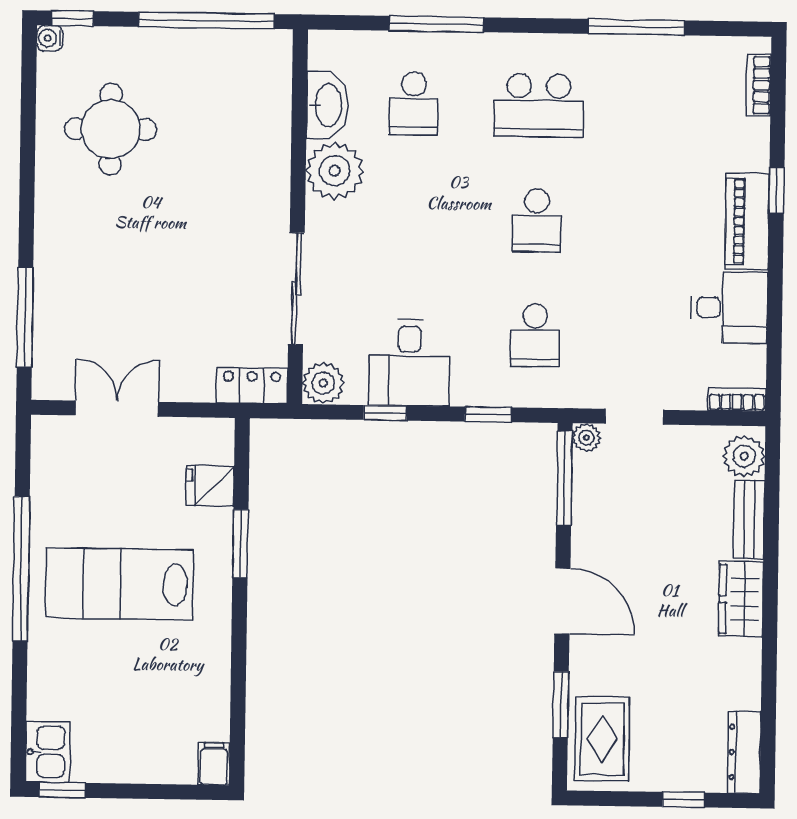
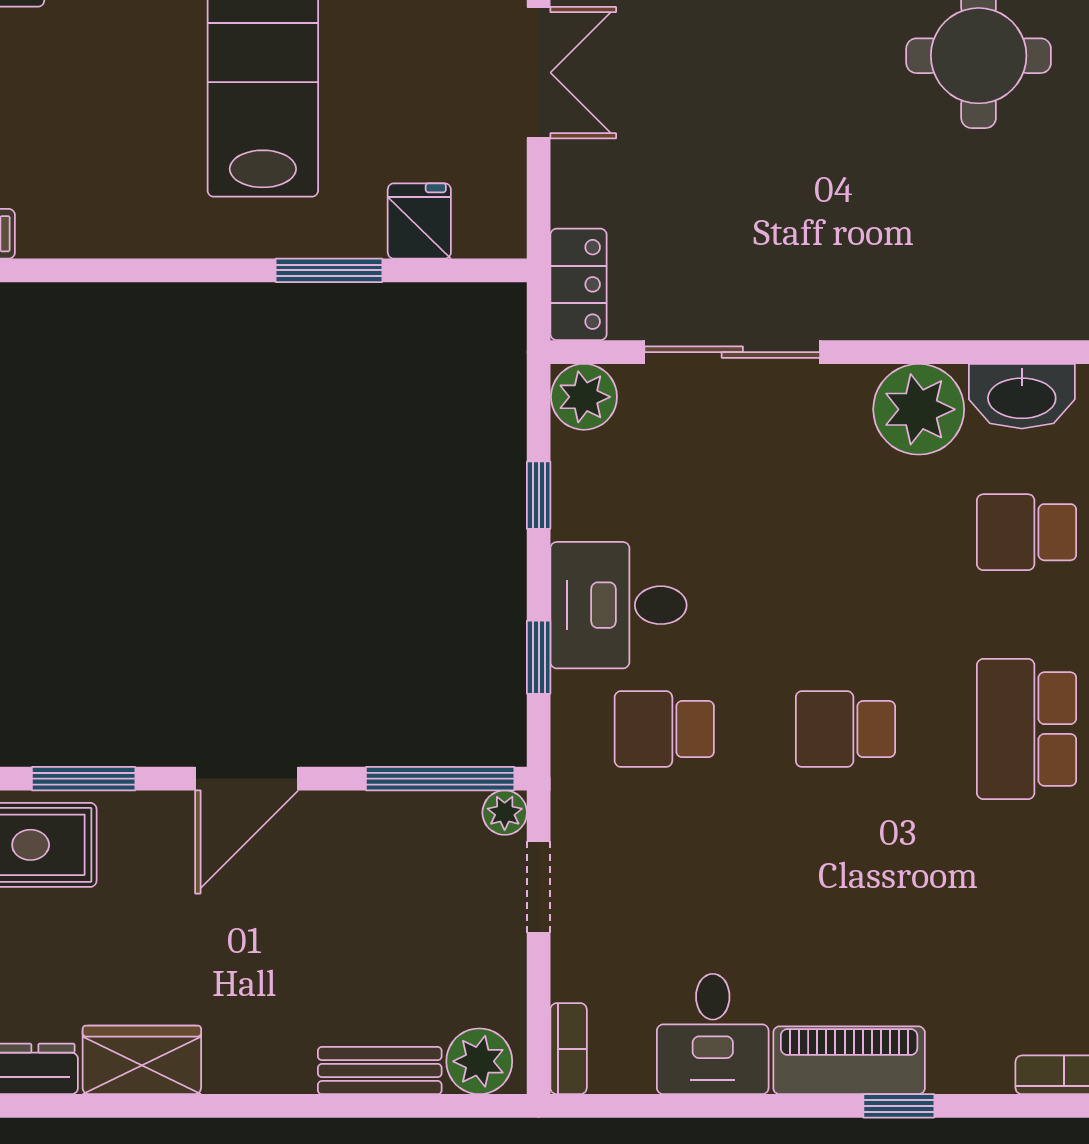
desk: (410, 363) -> (619, 605), moved
wardrobe: (741, 599) -> (142, 1060), moved

